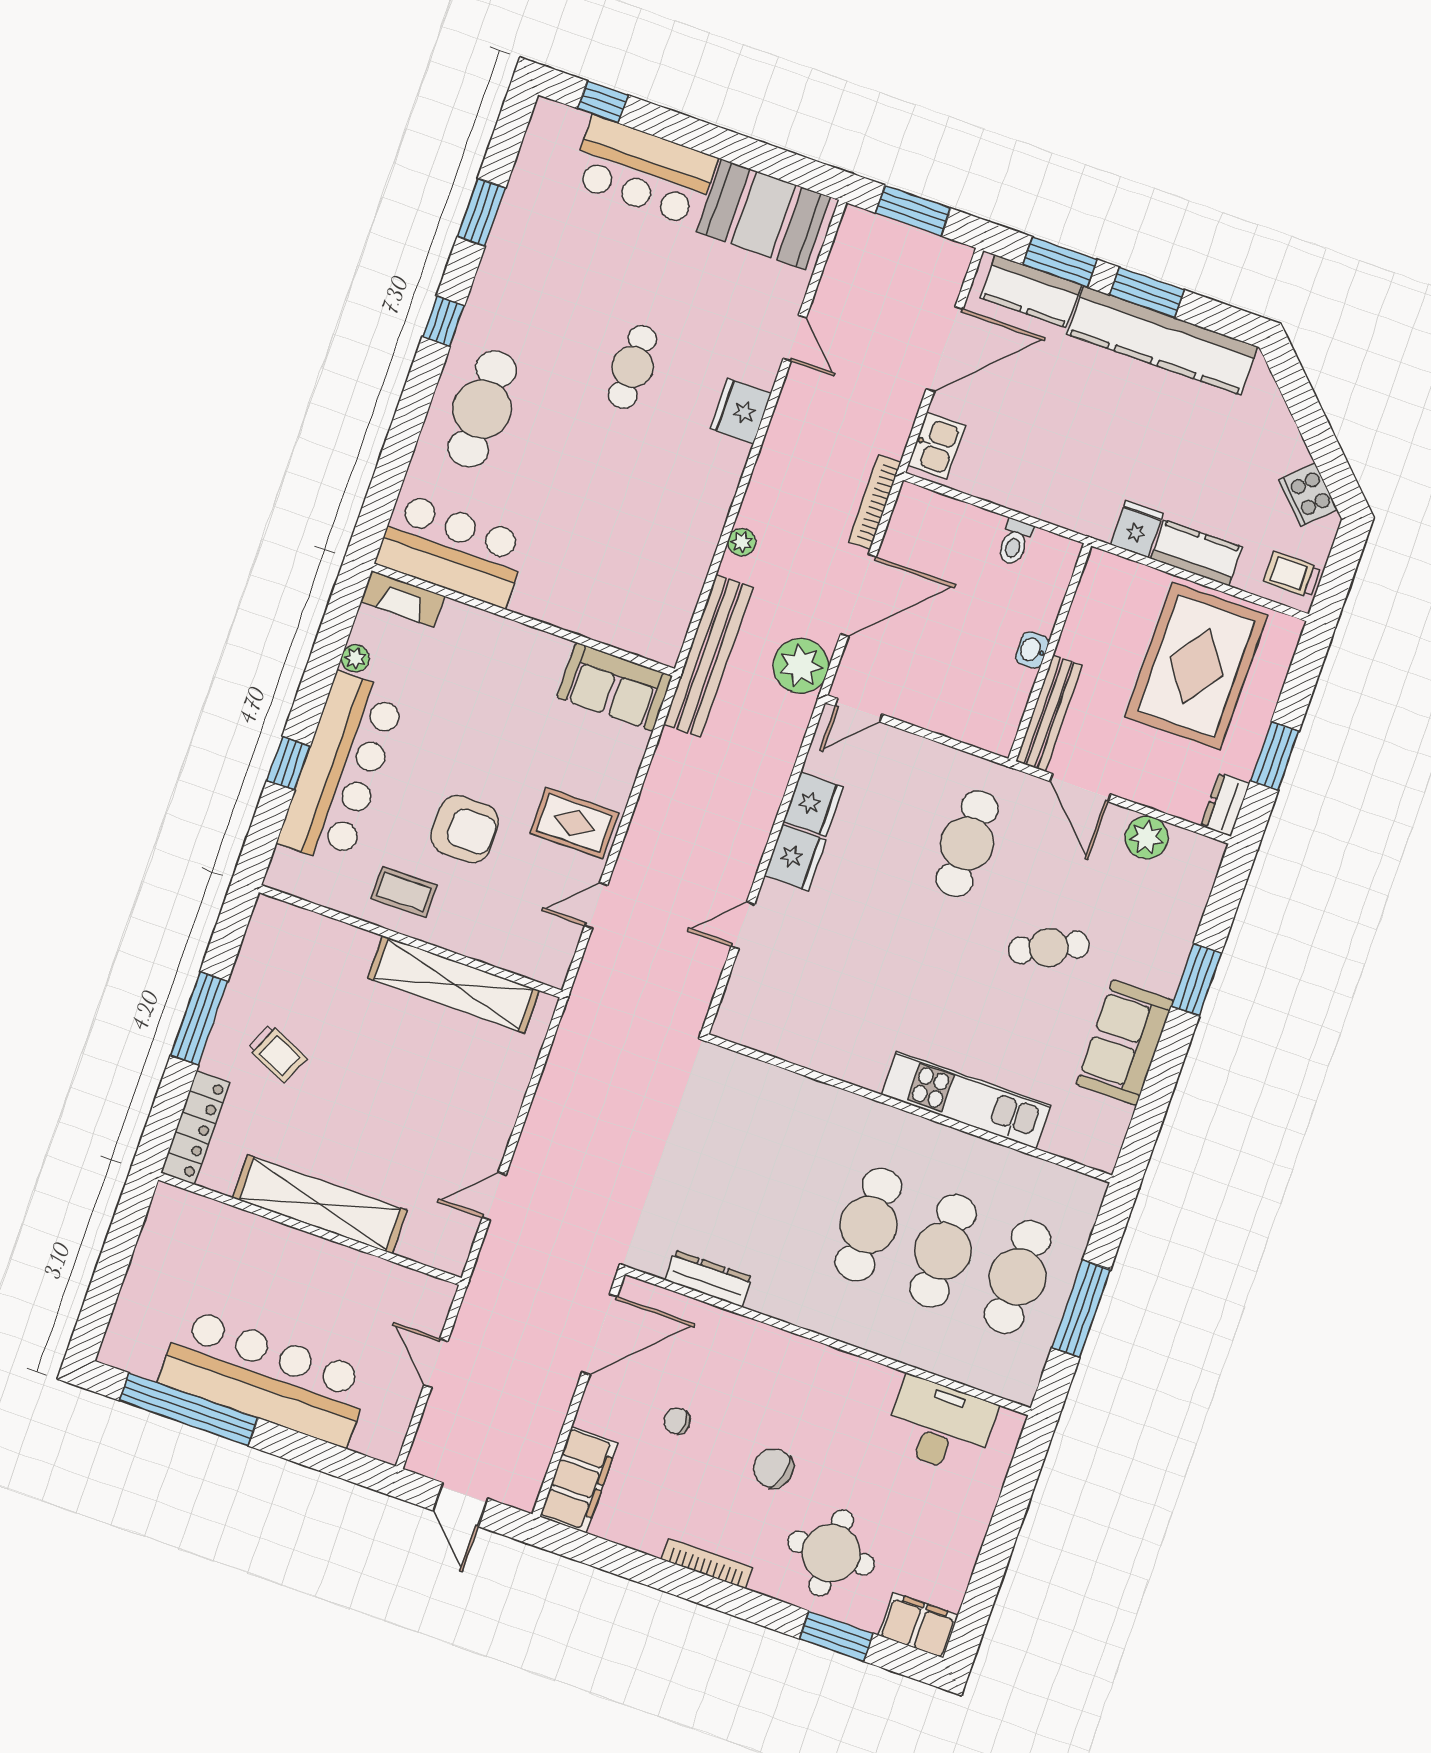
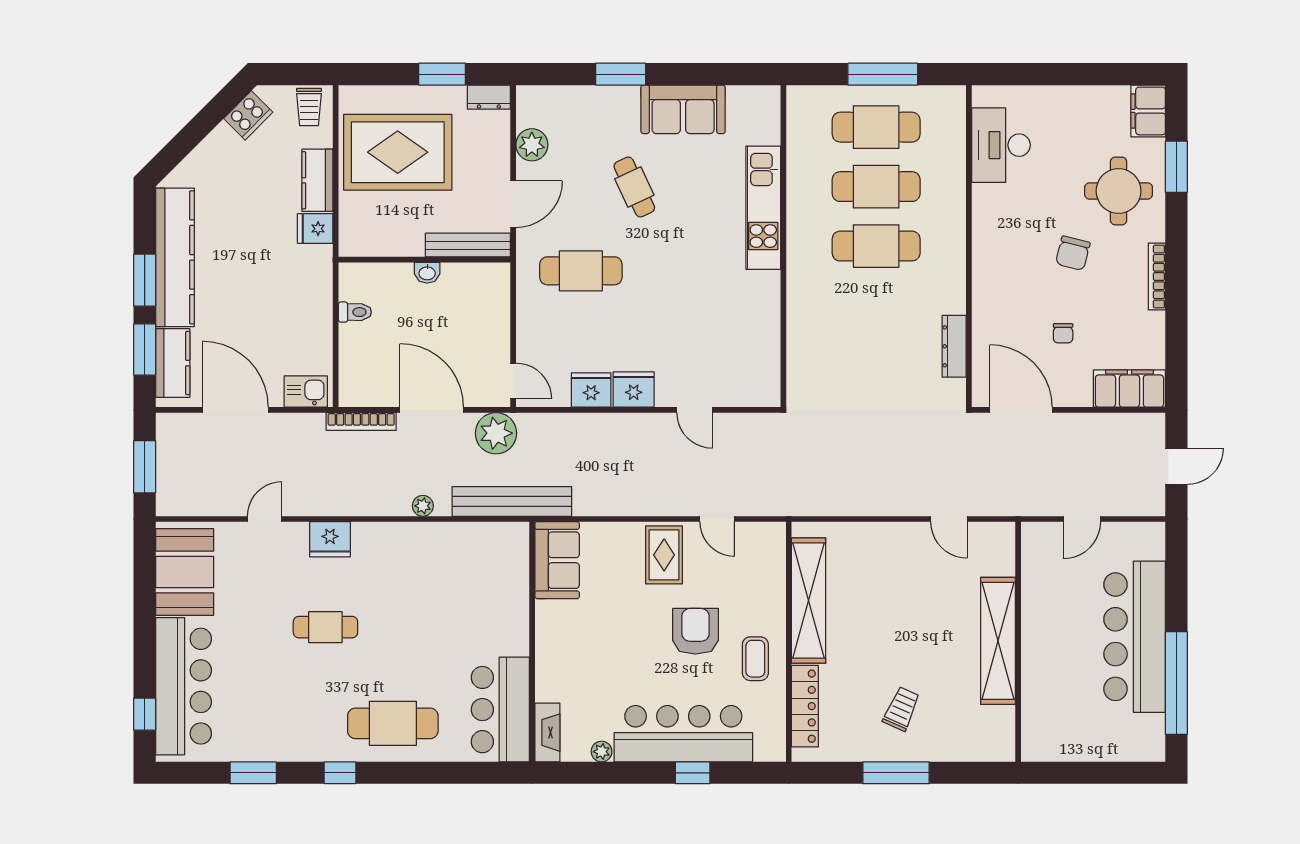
bar counter: (644, 171) -> (183, 686), width x1.36
locker: (195, 1128) -> (805, 706), moved, turned 90

